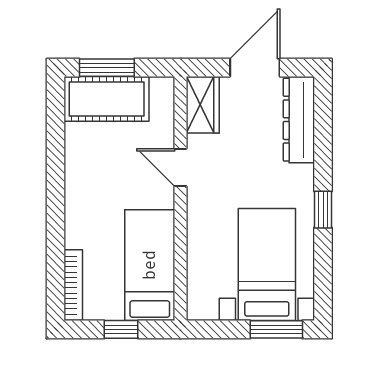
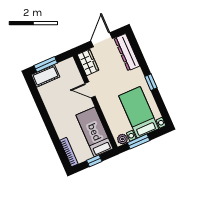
cot: (107, 99) -> (45, 76), width x0.73, depth x0.75
plant: (205, 308) -> (122, 139), added
window: (276, 329) -> (139, 142), moved

